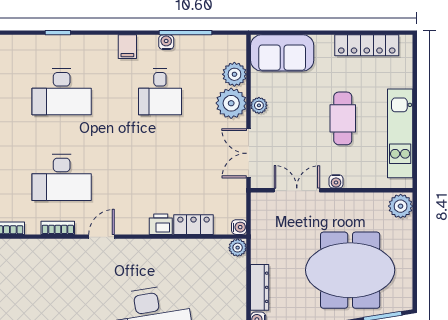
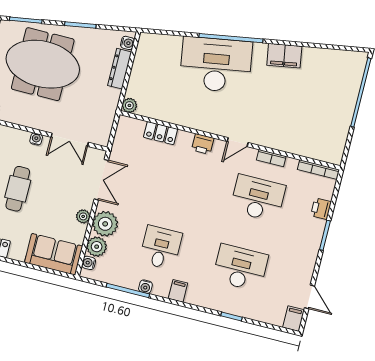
printer: (161, 224) -> (203, 144), moved
water cooler: (239, 227) -> (89, 263), moved

